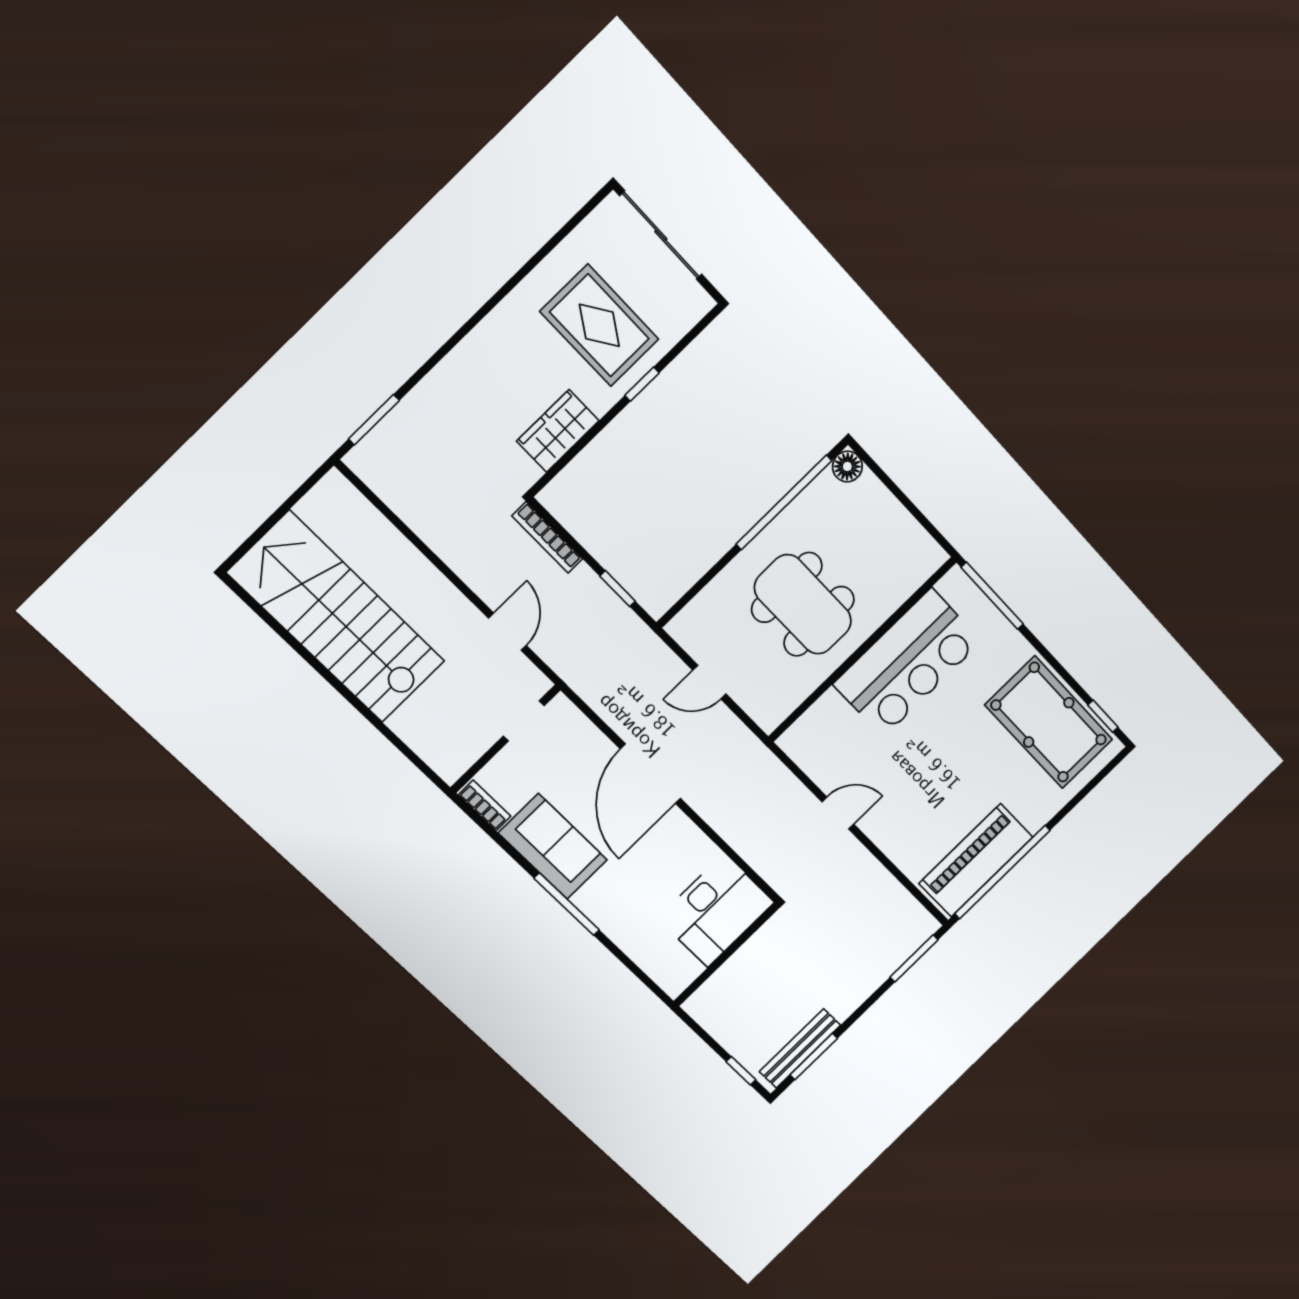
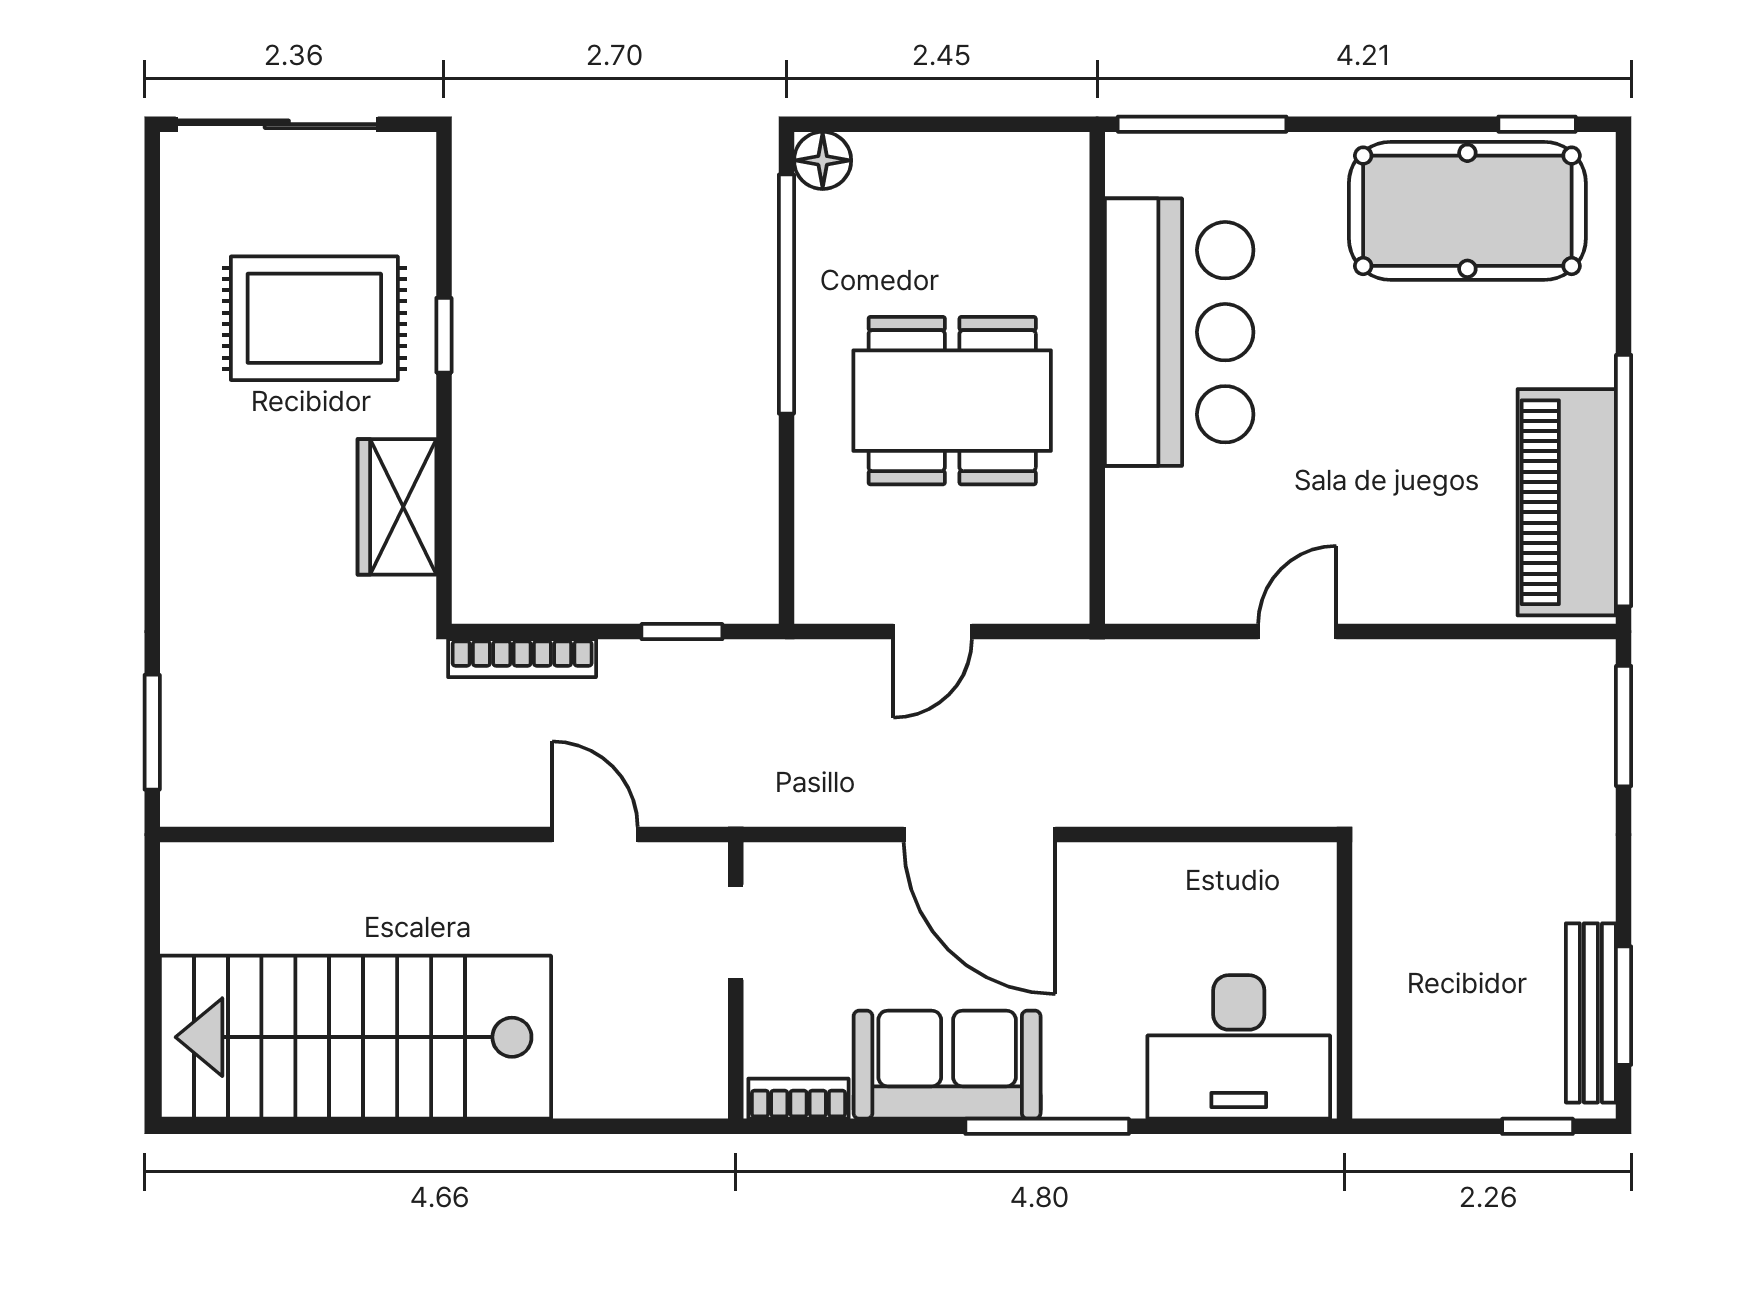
desk: (716, 910) -> (1239, 1047), moved, turned 90

